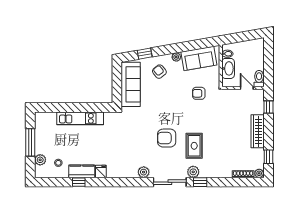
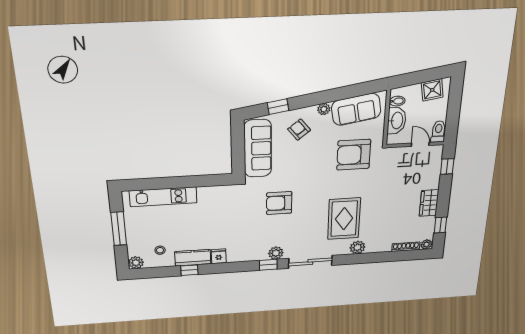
shower: (251, 47) -> (432, 90), added
armchair: (199, 93) -> (354, 155), width x1.88, depth x1.88
kitchen unit: (80, 118) -> (163, 197), moved
wardrobe: (258, 131) -> (429, 203), width x0.67
armchair: (167, 138) -> (279, 203), moved
rug: (194, 146) -> (344, 219), width x1.36, depth x1.43
plant: (40, 160) -> (136, 263), moved
plant: (193, 172) -> (357, 247), moved
window: (200, 182) -> (268, 265), moved

